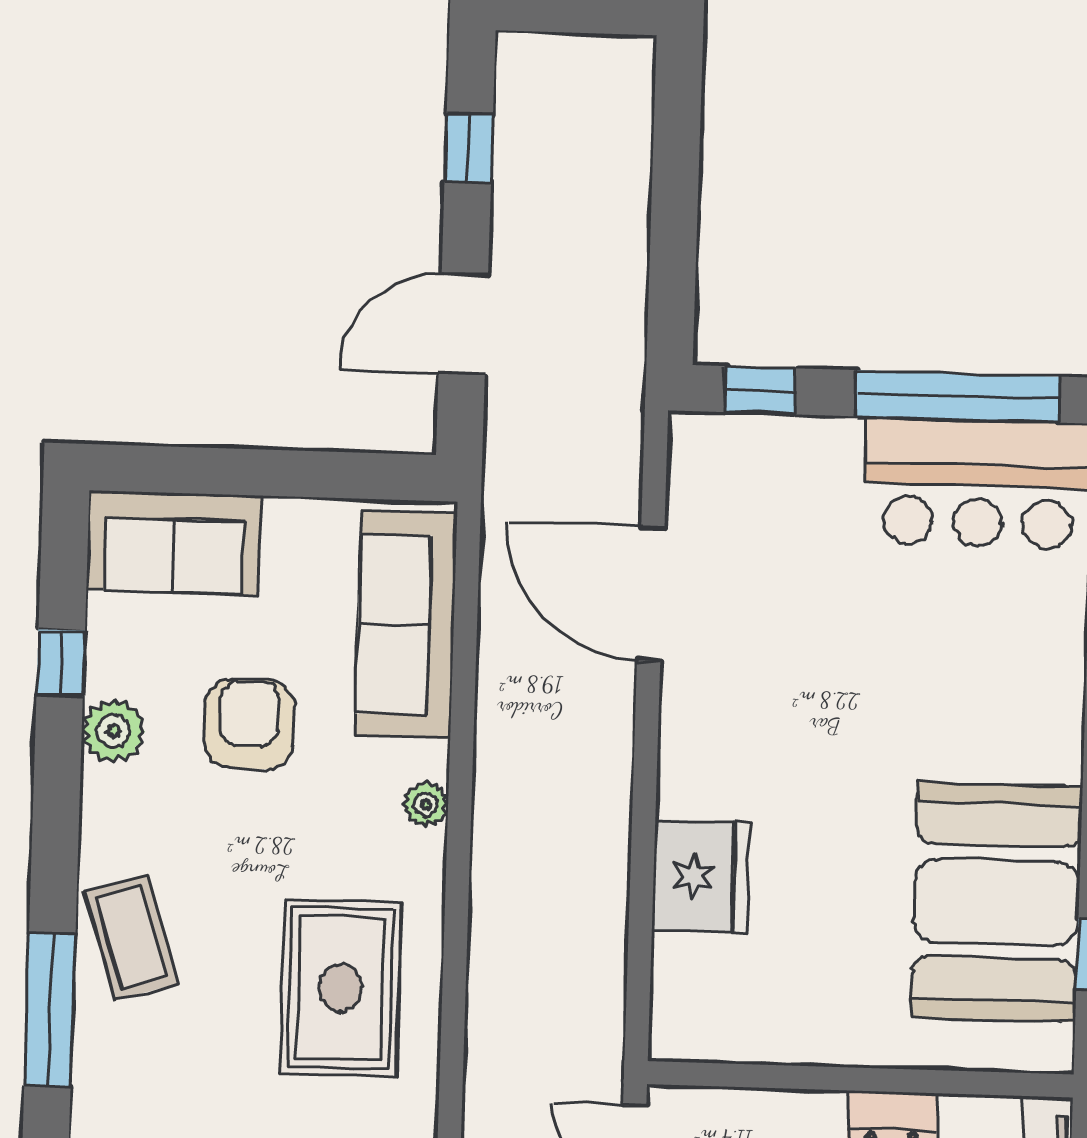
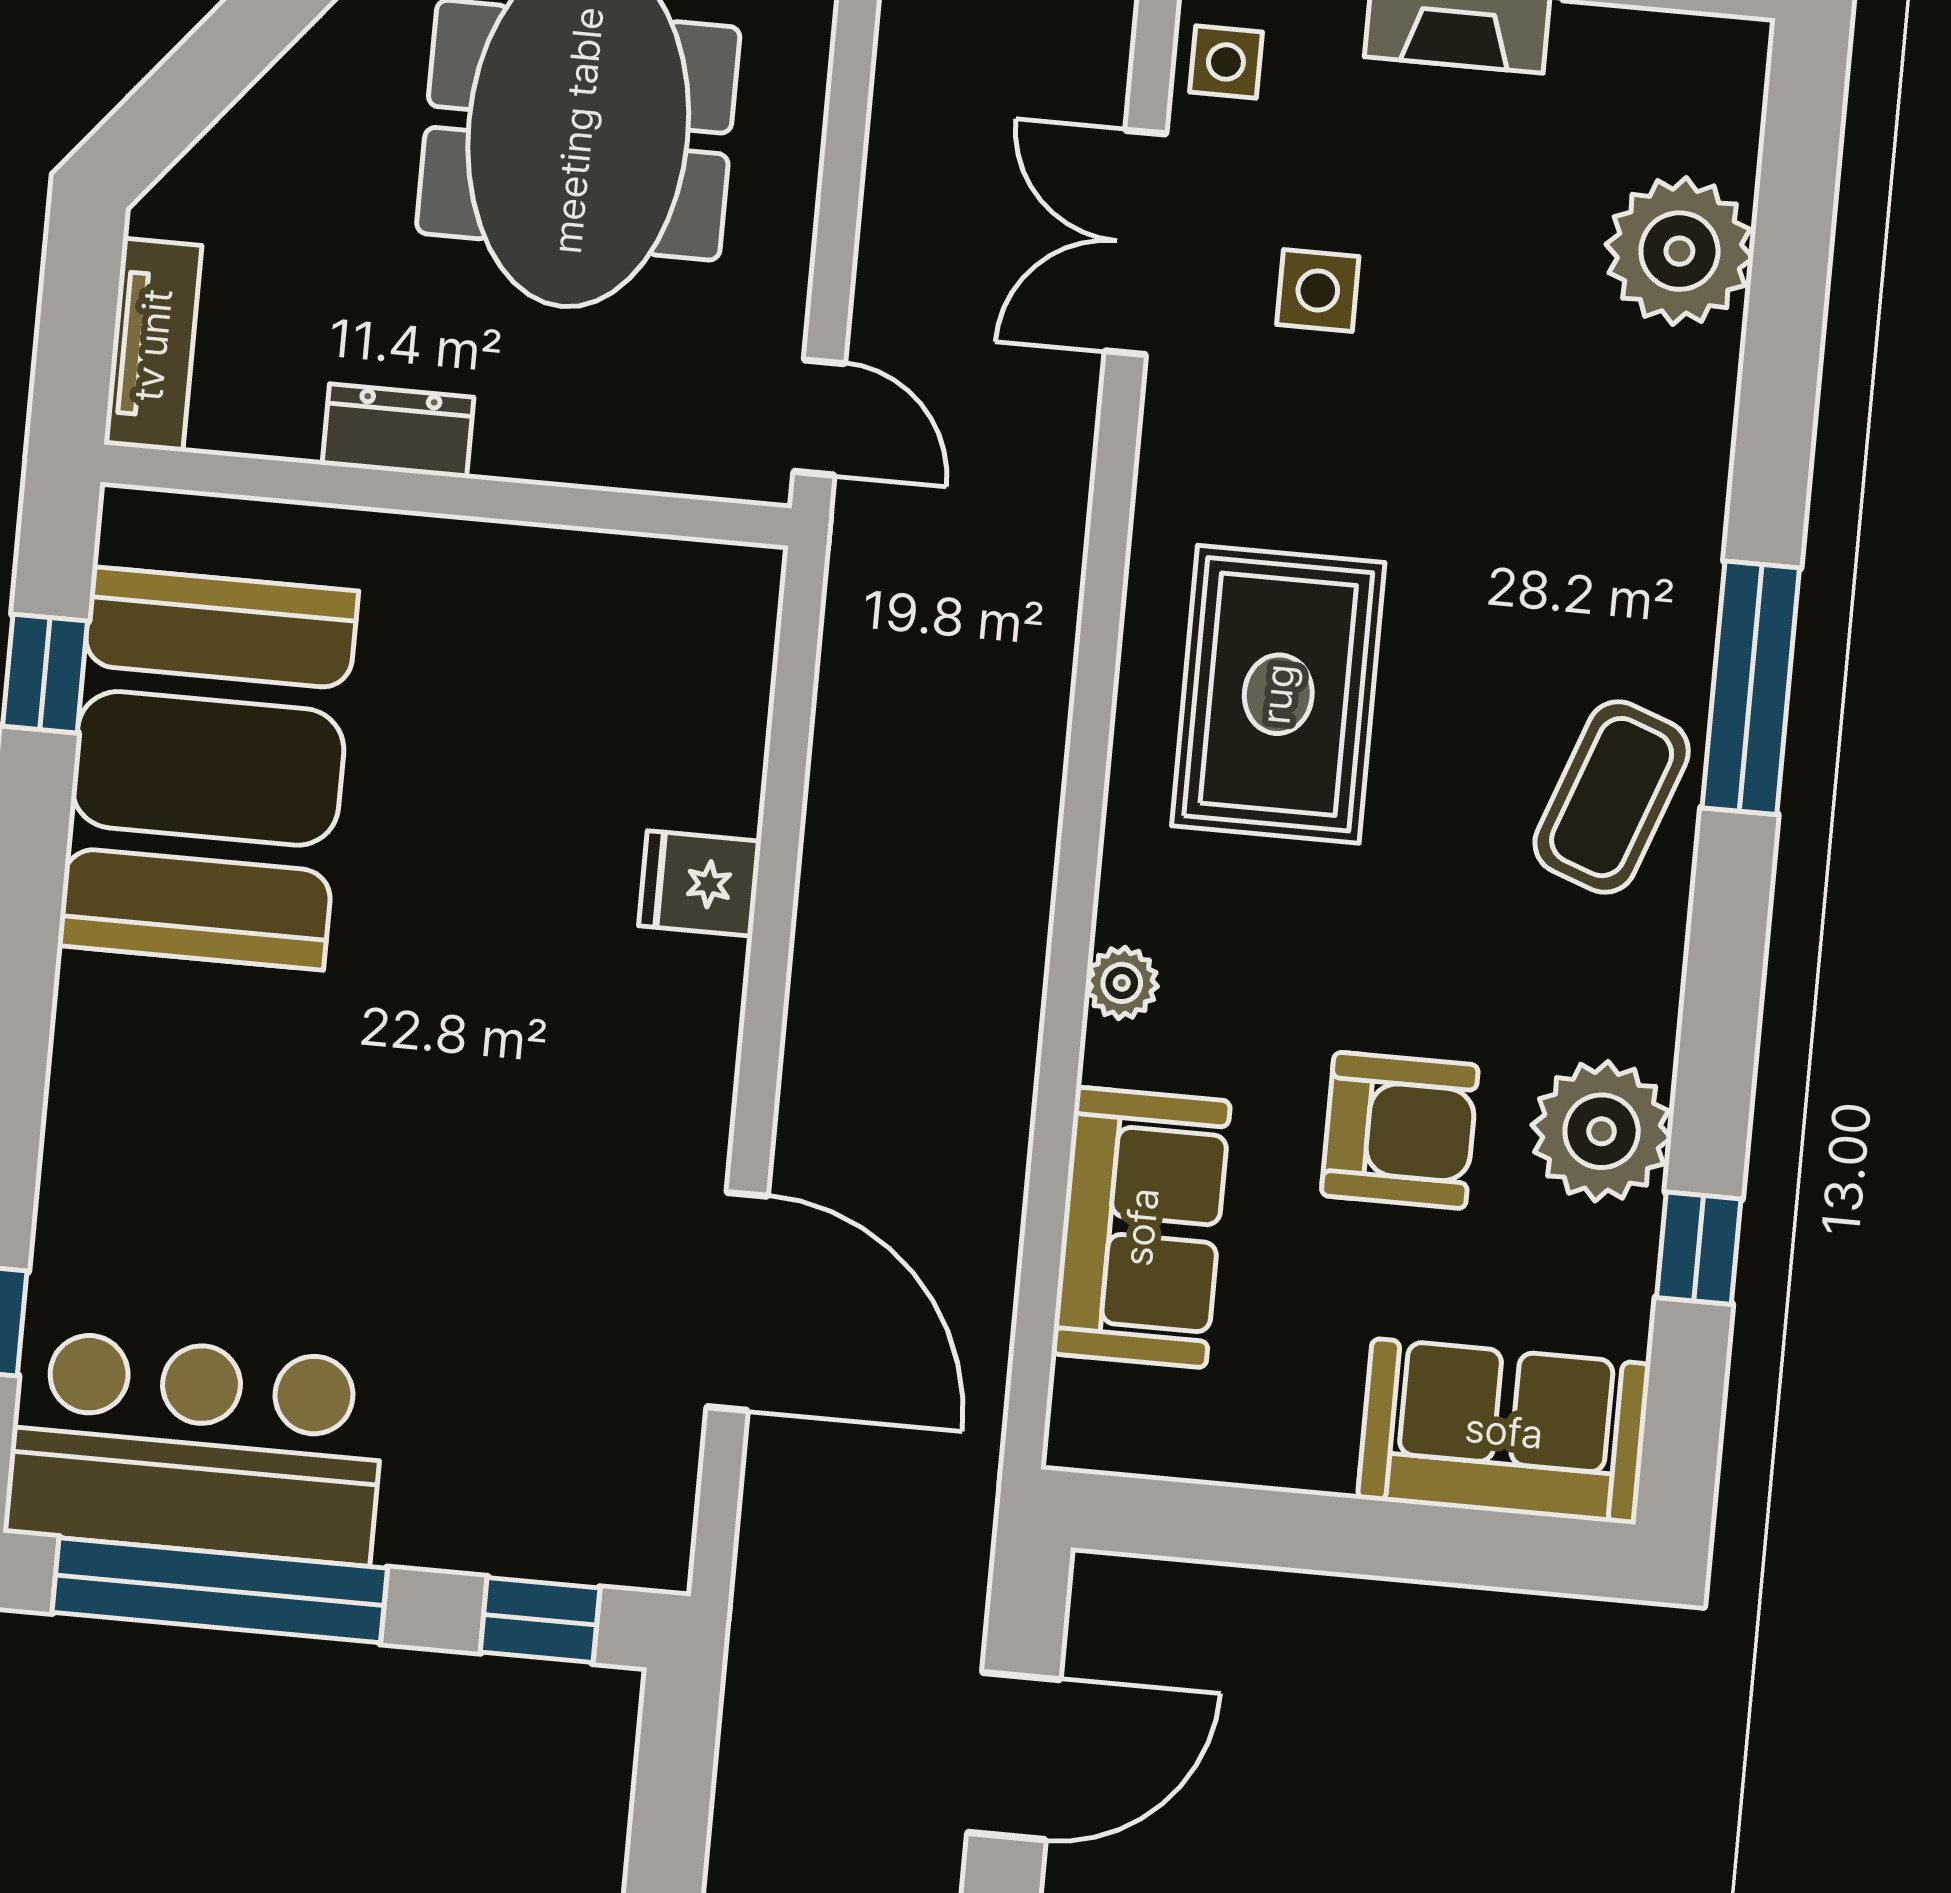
sofa: (406, 625) -> (1141, 1227), width x0.73
armchair: (249, 724) -> (1400, 1130), turned -90
plant: (113, 731) -> (1602, 1131), width x1.36, depth x1.36
fridge: (701, 876) -> (700, 883), width x0.53, depth x0.75
coffee table: (131, 937) -> (1612, 797), turned 37

